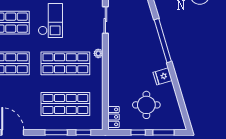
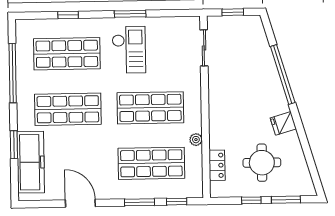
plant: (98, 53) -> (196, 140), moved
locker: (113, 117) -> (217, 165), moved

